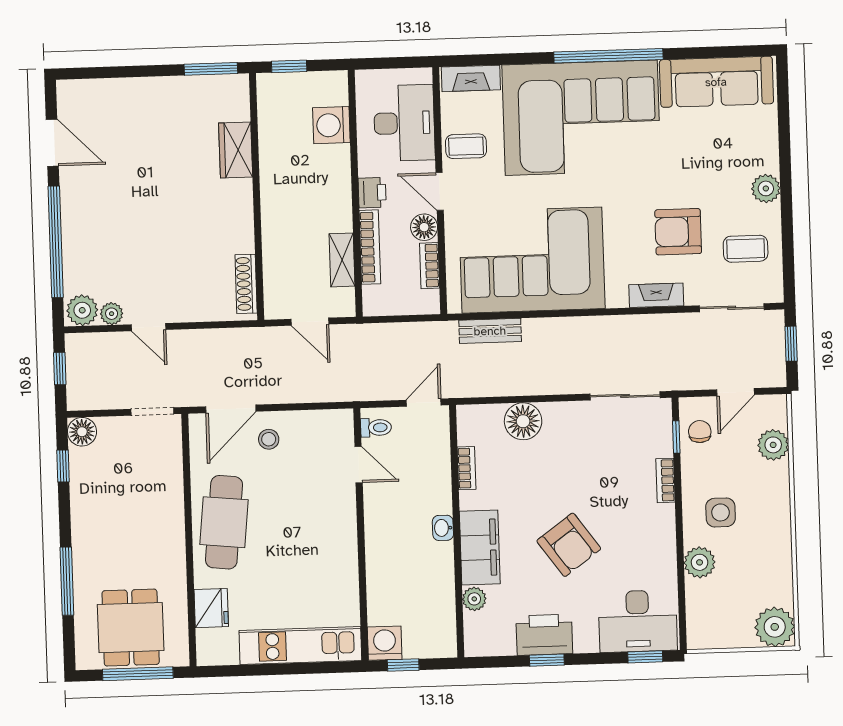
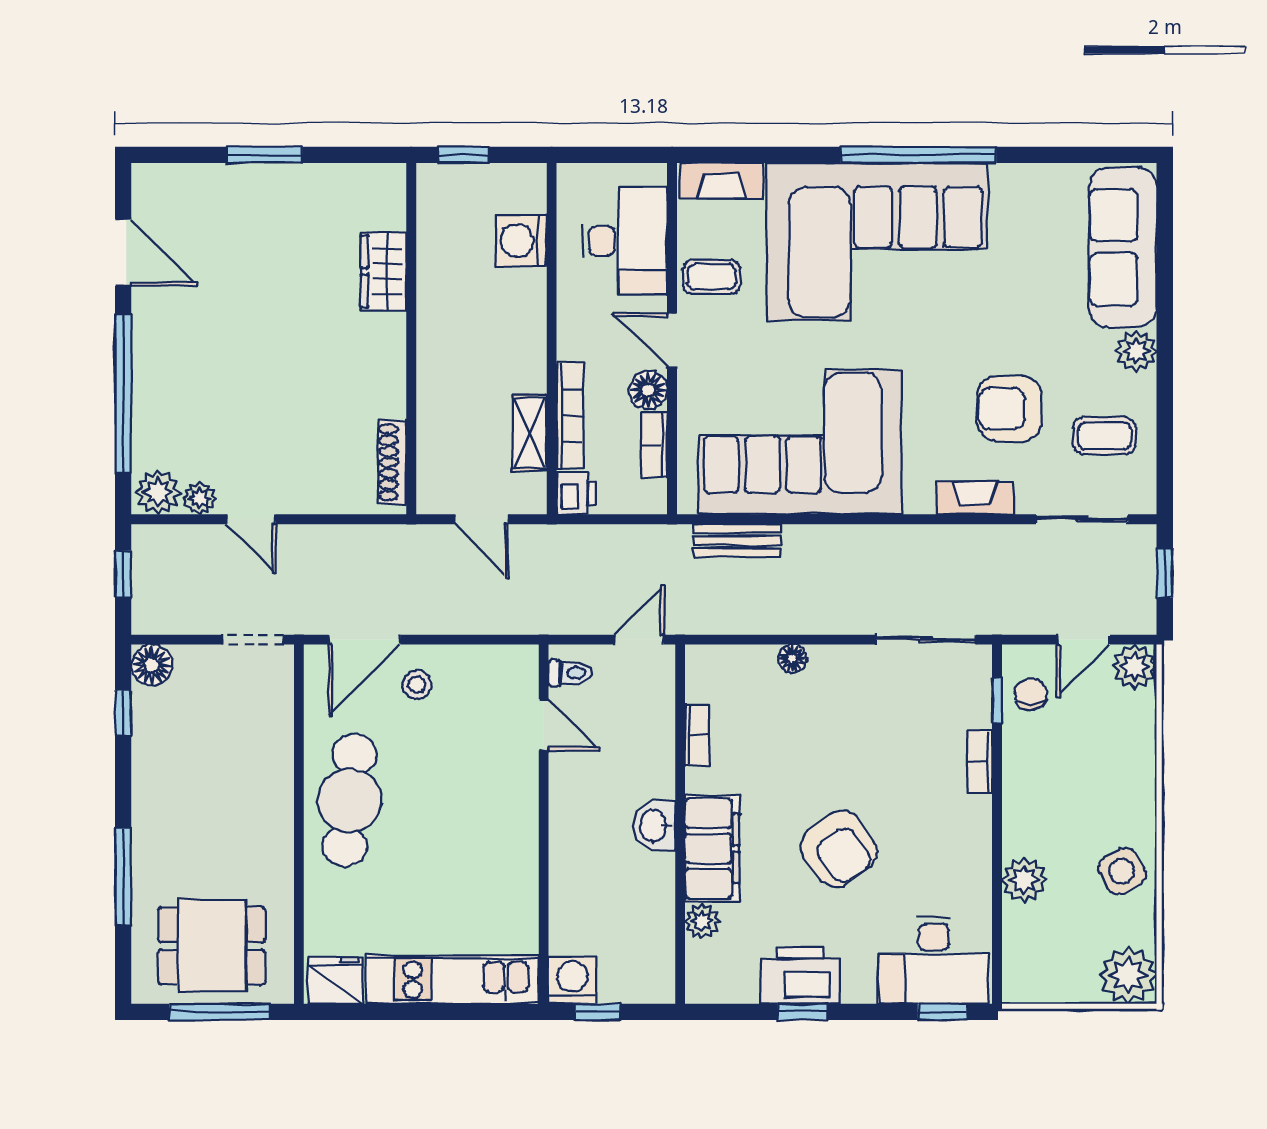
window: (211, 69) -> (264, 155), moved
sofa: (716, 82) -> (1123, 247), moved, turned 90
printer: (372, 193) -> (576, 493), moved
floor lamp: (523, 421) -> (792, 658), width x0.53, depth x0.53
plant: (773, 445) -> (1135, 667), moved
side table: (721, 512) -> (1122, 871), moved, turned -30
washbasin: (443, 528) -> (654, 826), width x1.38, depth x1.45
fridge: (211, 608) -> (335, 980), moved, turned -90
dining table: (131, 628) -> (212, 946), turned 90

